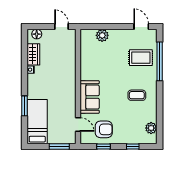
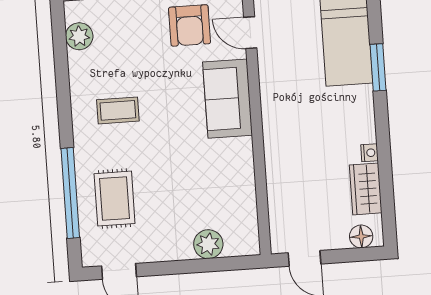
rug: (141, 58) -> (115, 199), turned 90
armchair: (104, 129) -> (190, 25), turned -90

